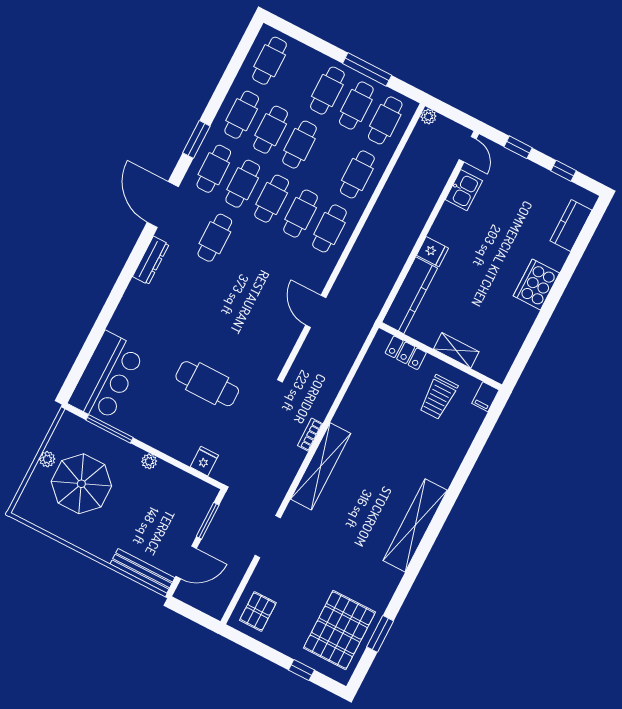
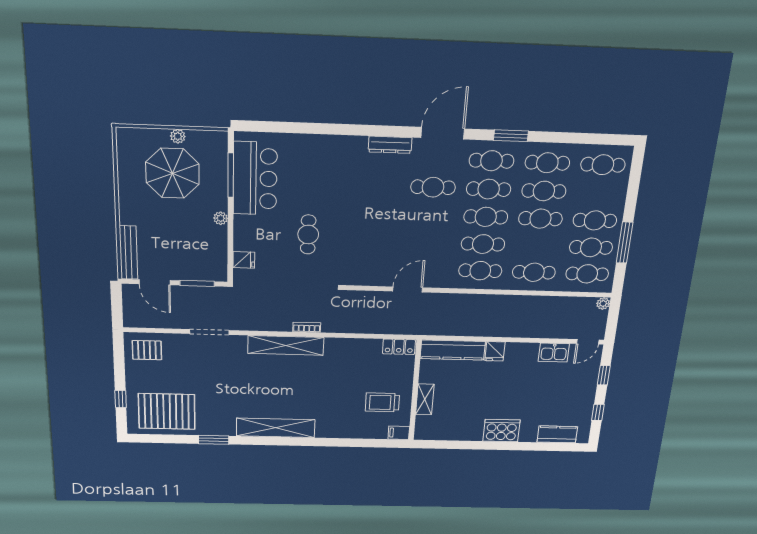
locker: (406, 353) -> (399, 347), moved, turned -90
bar counter: (106, 377) -> (255, 179), moved, turned -90
cafe table: (207, 384) -> (308, 234), width x0.73, depth x0.74
window: (380, 634) -> (214, 440), moved

